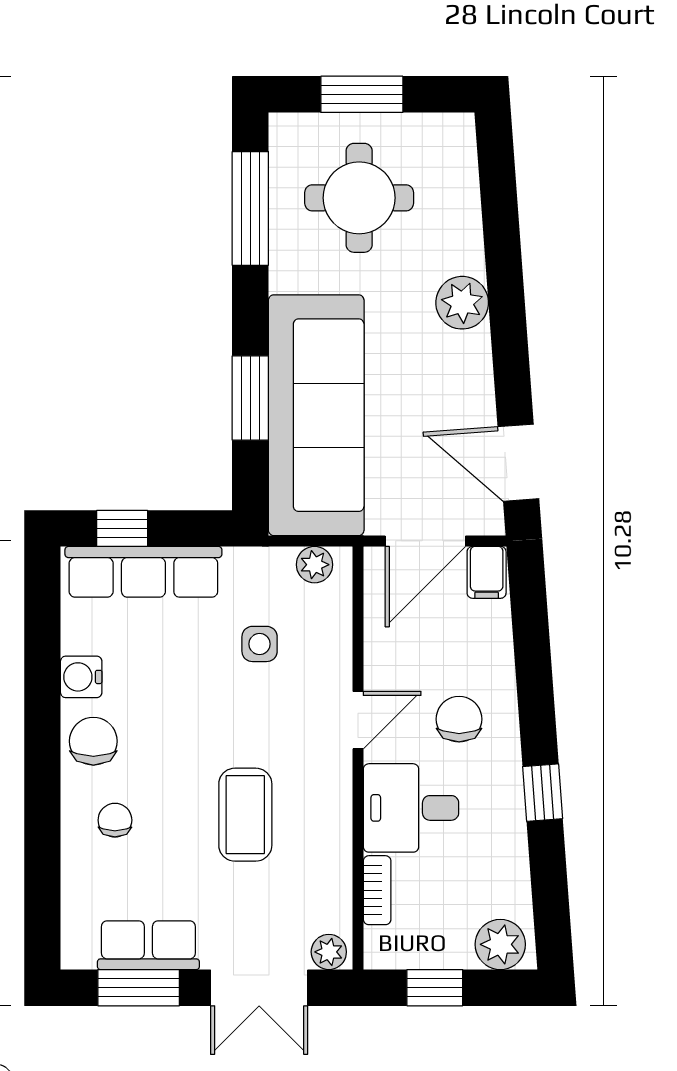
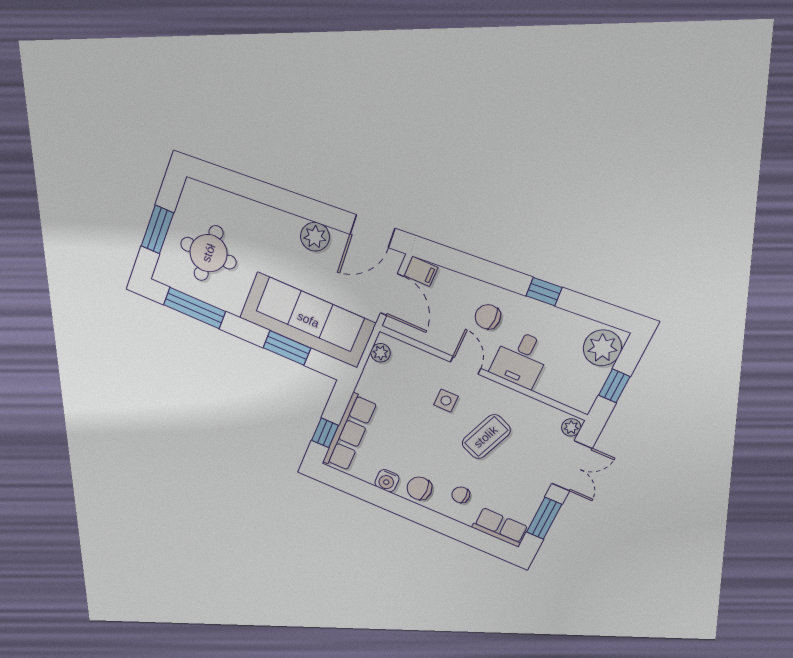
plant: (462, 303) -> (315, 237), moved
side table: (260, 644) -> (446, 401), moved
coffee table: (245, 815) -> (486, 437), turned -68
bookcase: (377, 890) -> (553, 392), removed
plant: (500, 944) -> (602, 348), width x1.36, depth x1.36
row of seats: (148, 945) -> (500, 527), moved, turned 90

